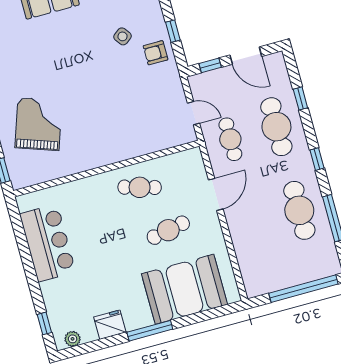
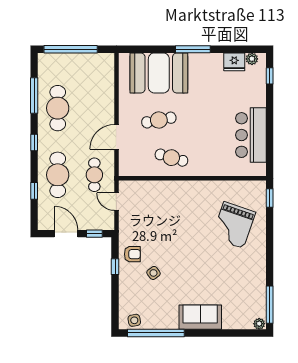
fridge: (110, 325) -> (234, 62), moved

